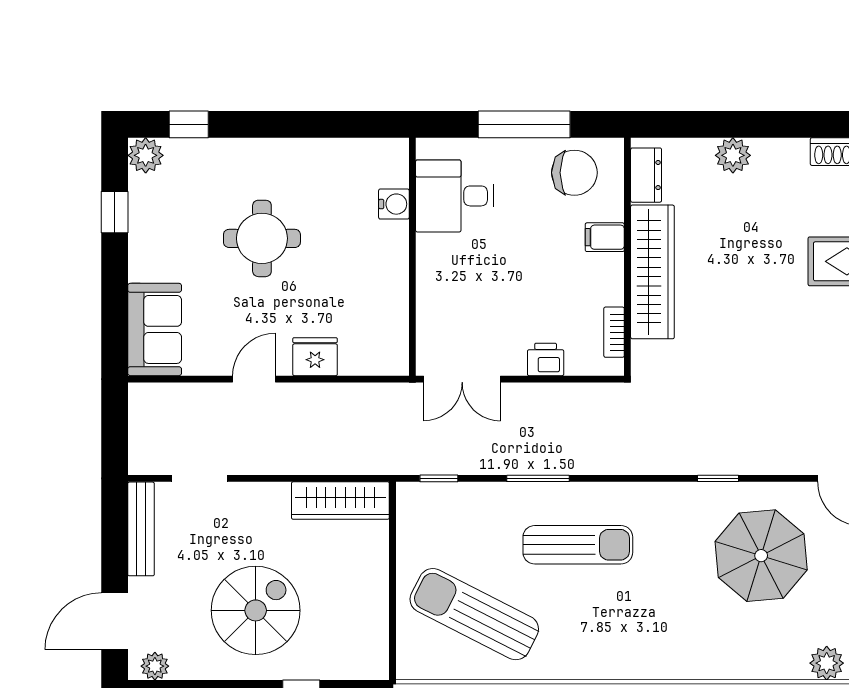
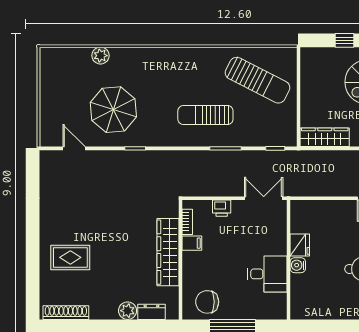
dresser: (646, 175) -> (151, 312), moved, turned 90
desk: (455, 196) -> (267, 274), moved
water cooler: (394, 204) -> (298, 265), moved
filing cabinet: (605, 237) -> (192, 243), moved
fridge: (315, 357) -> (300, 245), moved, turned -90
plant: (827, 663) -> (101, 56), moved

